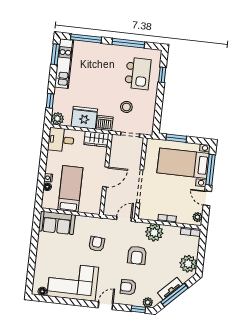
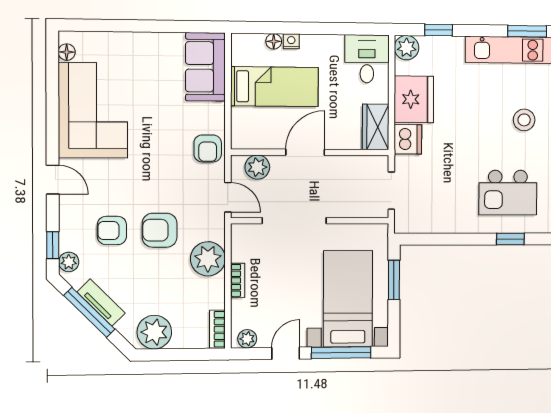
stool: (126, 107) -> (524, 120), moved
door: (106, 177) -> (305, 152), swing flipped
plant: (110, 202) -> (257, 167), added
armchair: (97, 244) -> (208, 148), moved, turned 85
armchair: (128, 287) -> (112, 230), moved, turned -90

